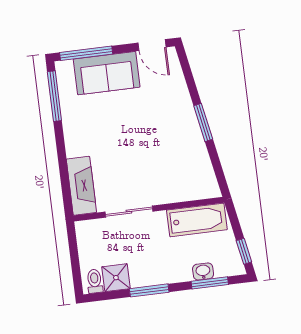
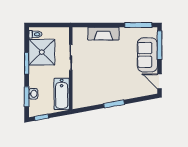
door: (152, 45) -> (159, 81), hinge flipped
fireplace: (81, 186) -> (103, 34), moved
shower: (116, 278) -> (42, 52), width x1.86, depth x1.86

